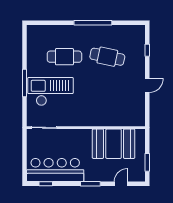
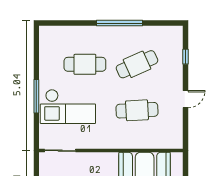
cafe table: (107, 57) -> (137, 64), turned -36
checkout: (50, 91) -> (68, 107), turned 180
cafe table: (107, 95) -> (137, 110), added

